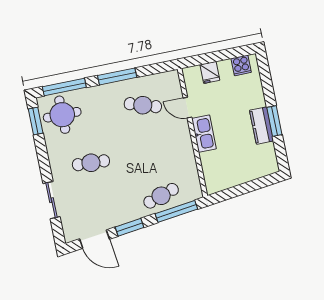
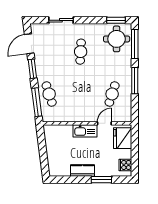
fridge: (210, 72) -> (123, 138), width x1.88, depth x1.34
window: (274, 121) -> (101, 180), moved

